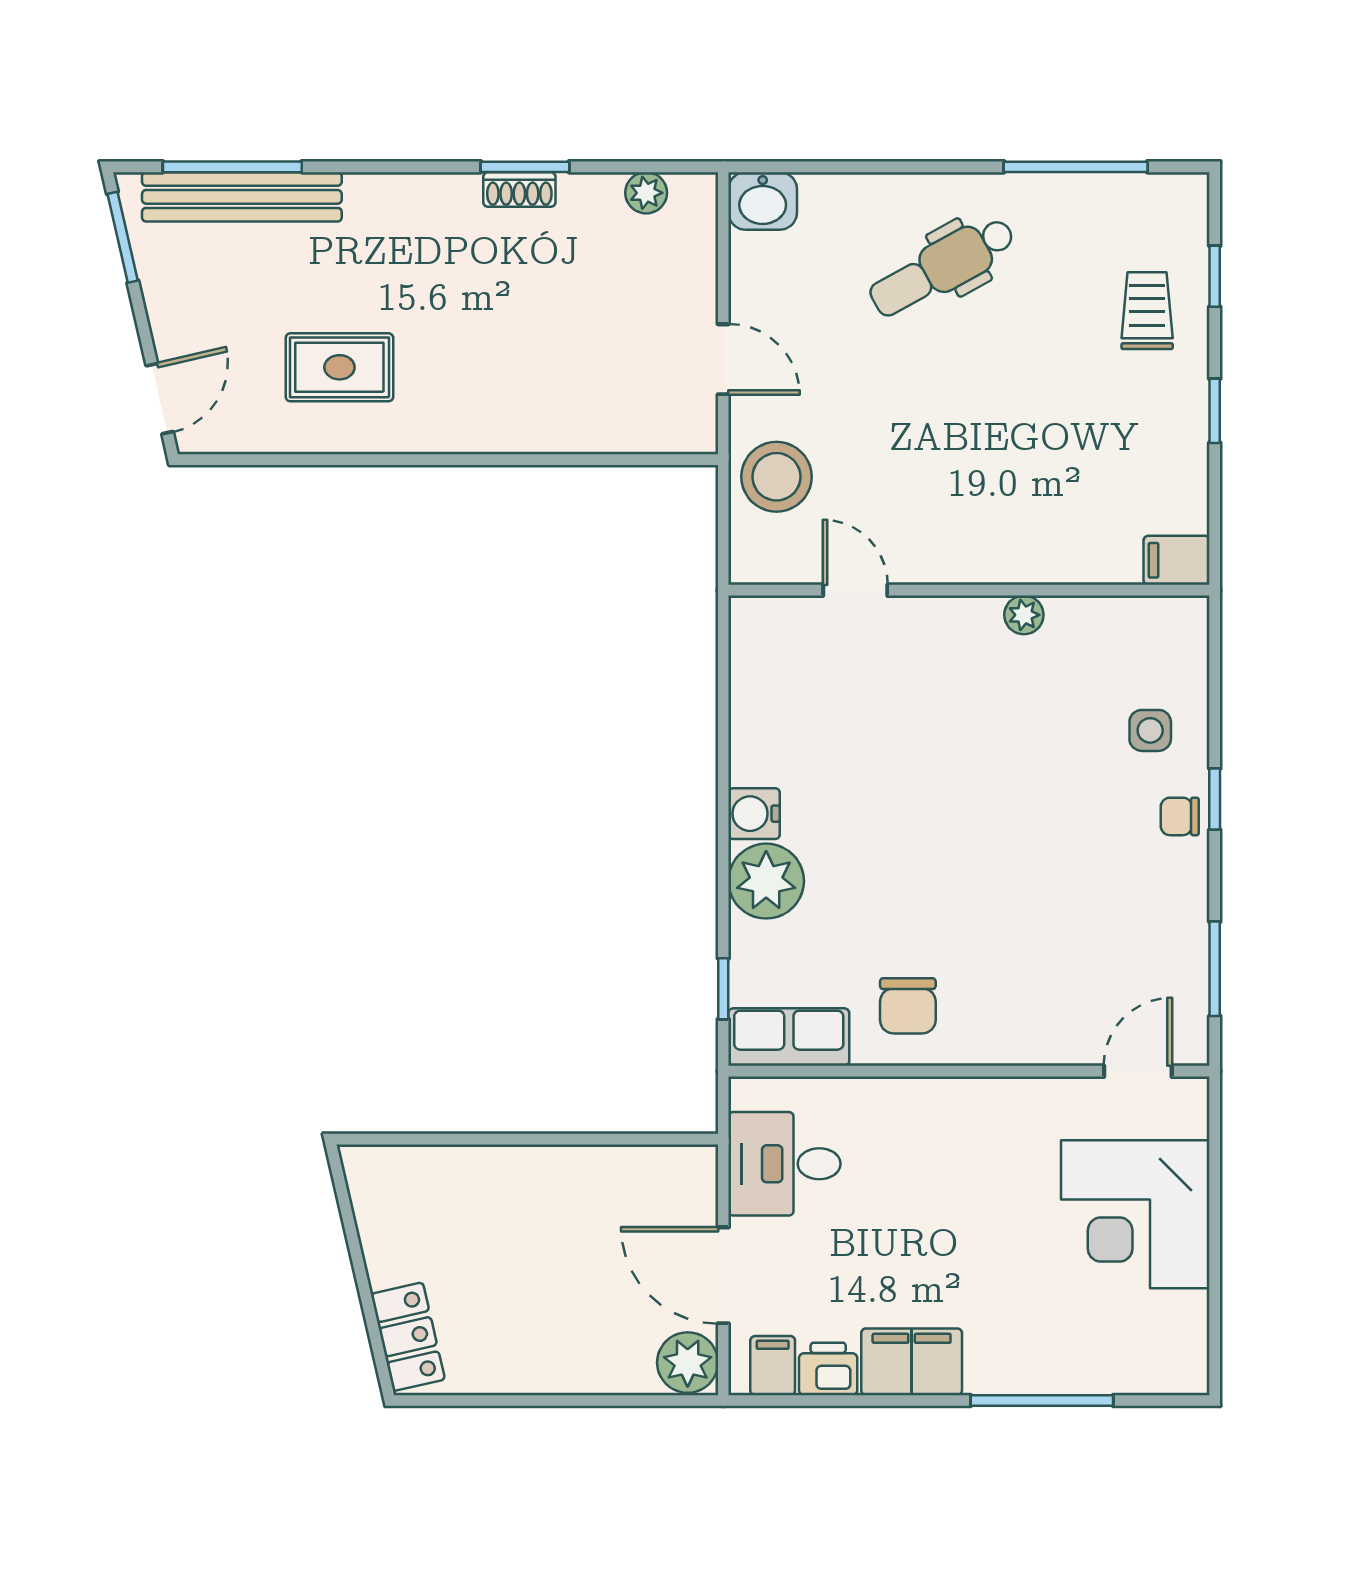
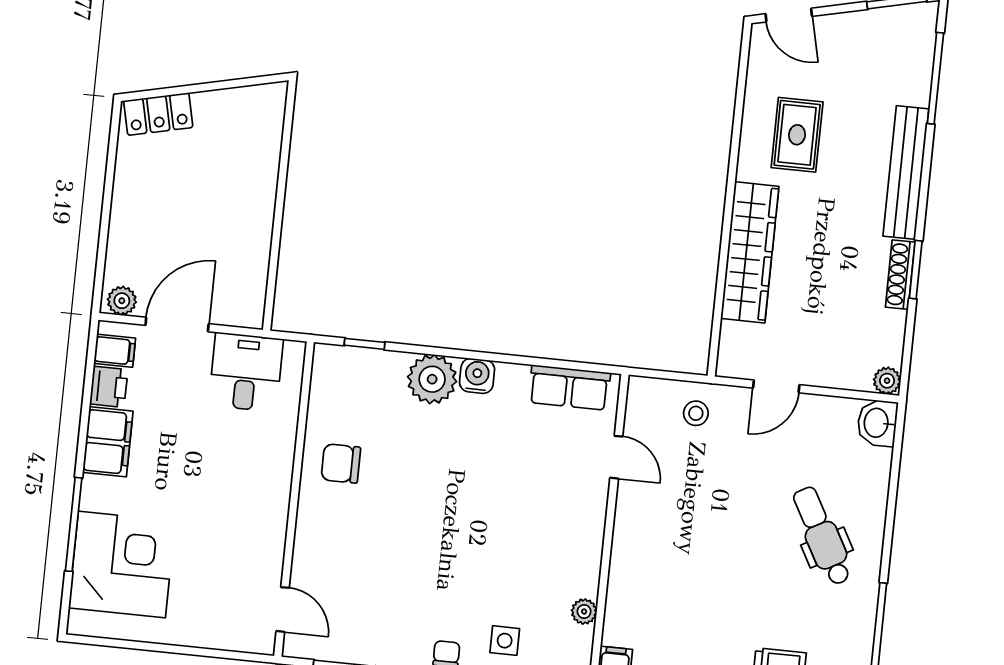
shoe rack: (519, 189) -> (900, 275), width x1.43
plant: (646, 193) -> (887, 381), moved
bench: (242, 197) -> (906, 172), moved
wardrobe: (525, 420) -> (750, 252), added
stool: (776, 477) -> (696, 413), width x0.53, depth x0.53
door: (855, 590) -> (616, 457), hinge flipped
plant: (1024, 615) -> (584, 612), moved
row of seats: (789, 1037) -> (569, 388), moved, turned 90
corner desk: (1135, 1214) -> (122, 564), moved, turned 90
plant: (688, 1363) -> (122, 301), width x0.73, depth x0.73

